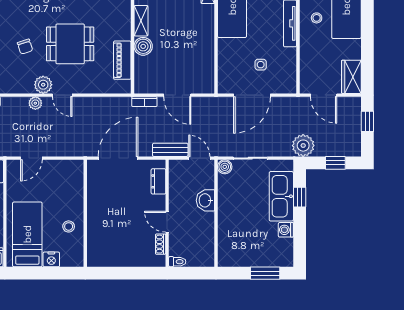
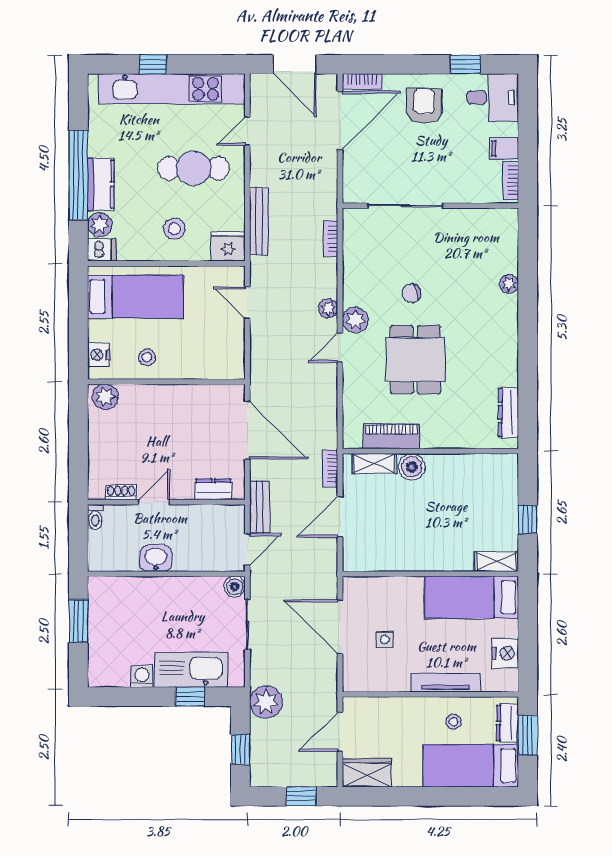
shelving: (141, 21) -> (374, 464), moved
washbasin: (205, 200) -> (156, 558), moved
plant: (96, 255) -> (105, 397), added
nightstand: (51, 259) -> (99, 355), moved
window: (265, 273) -> (78, 621), moved

